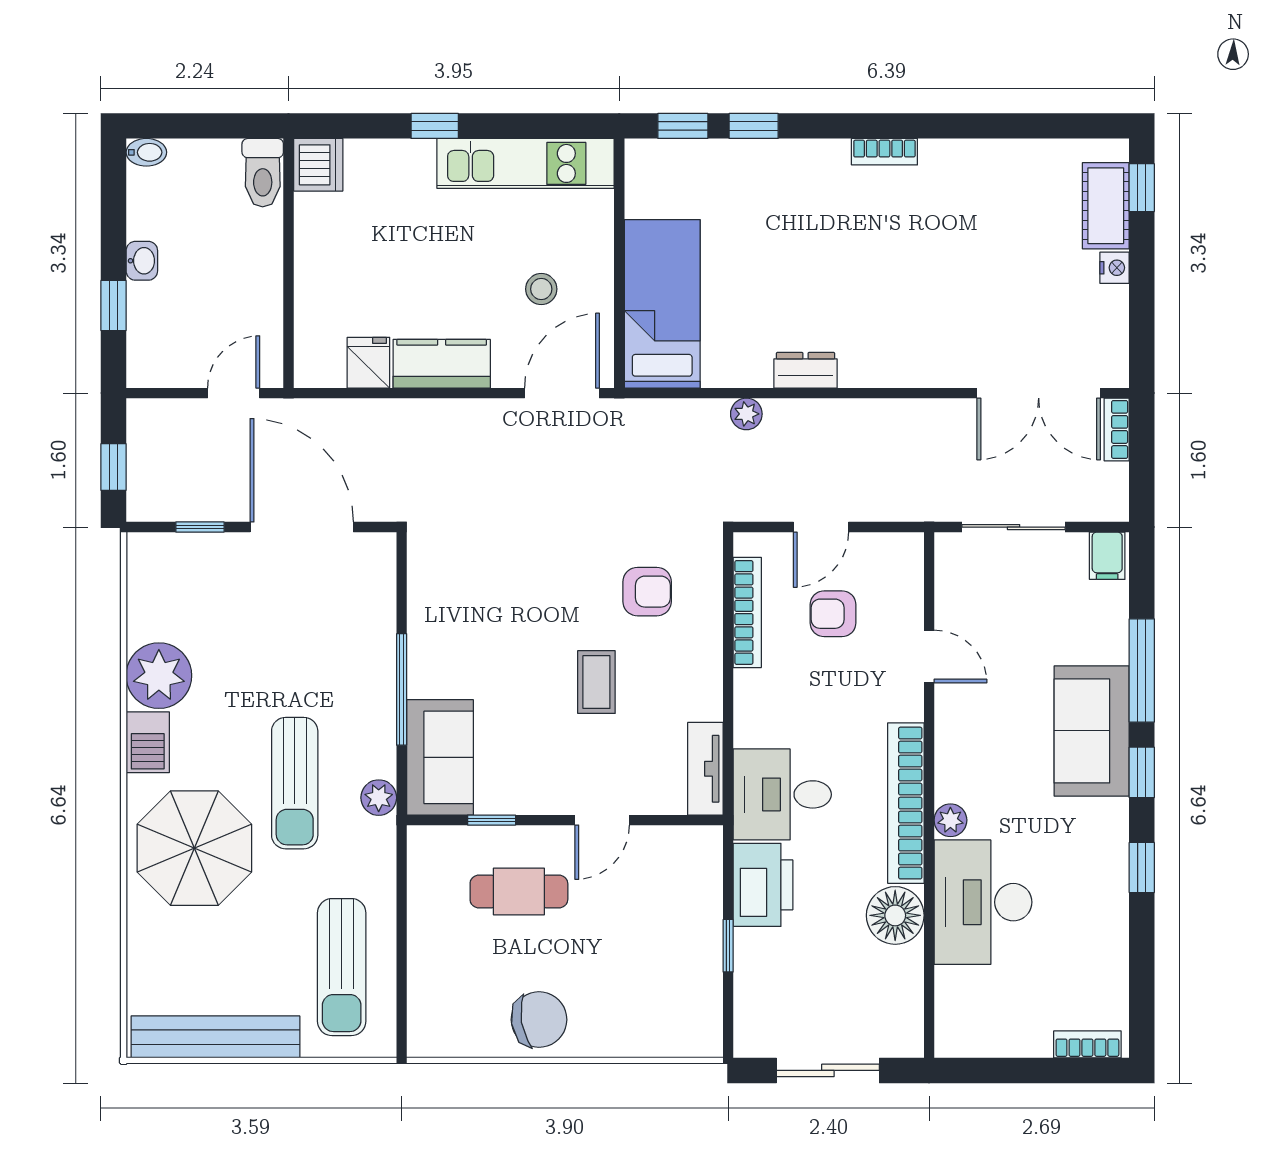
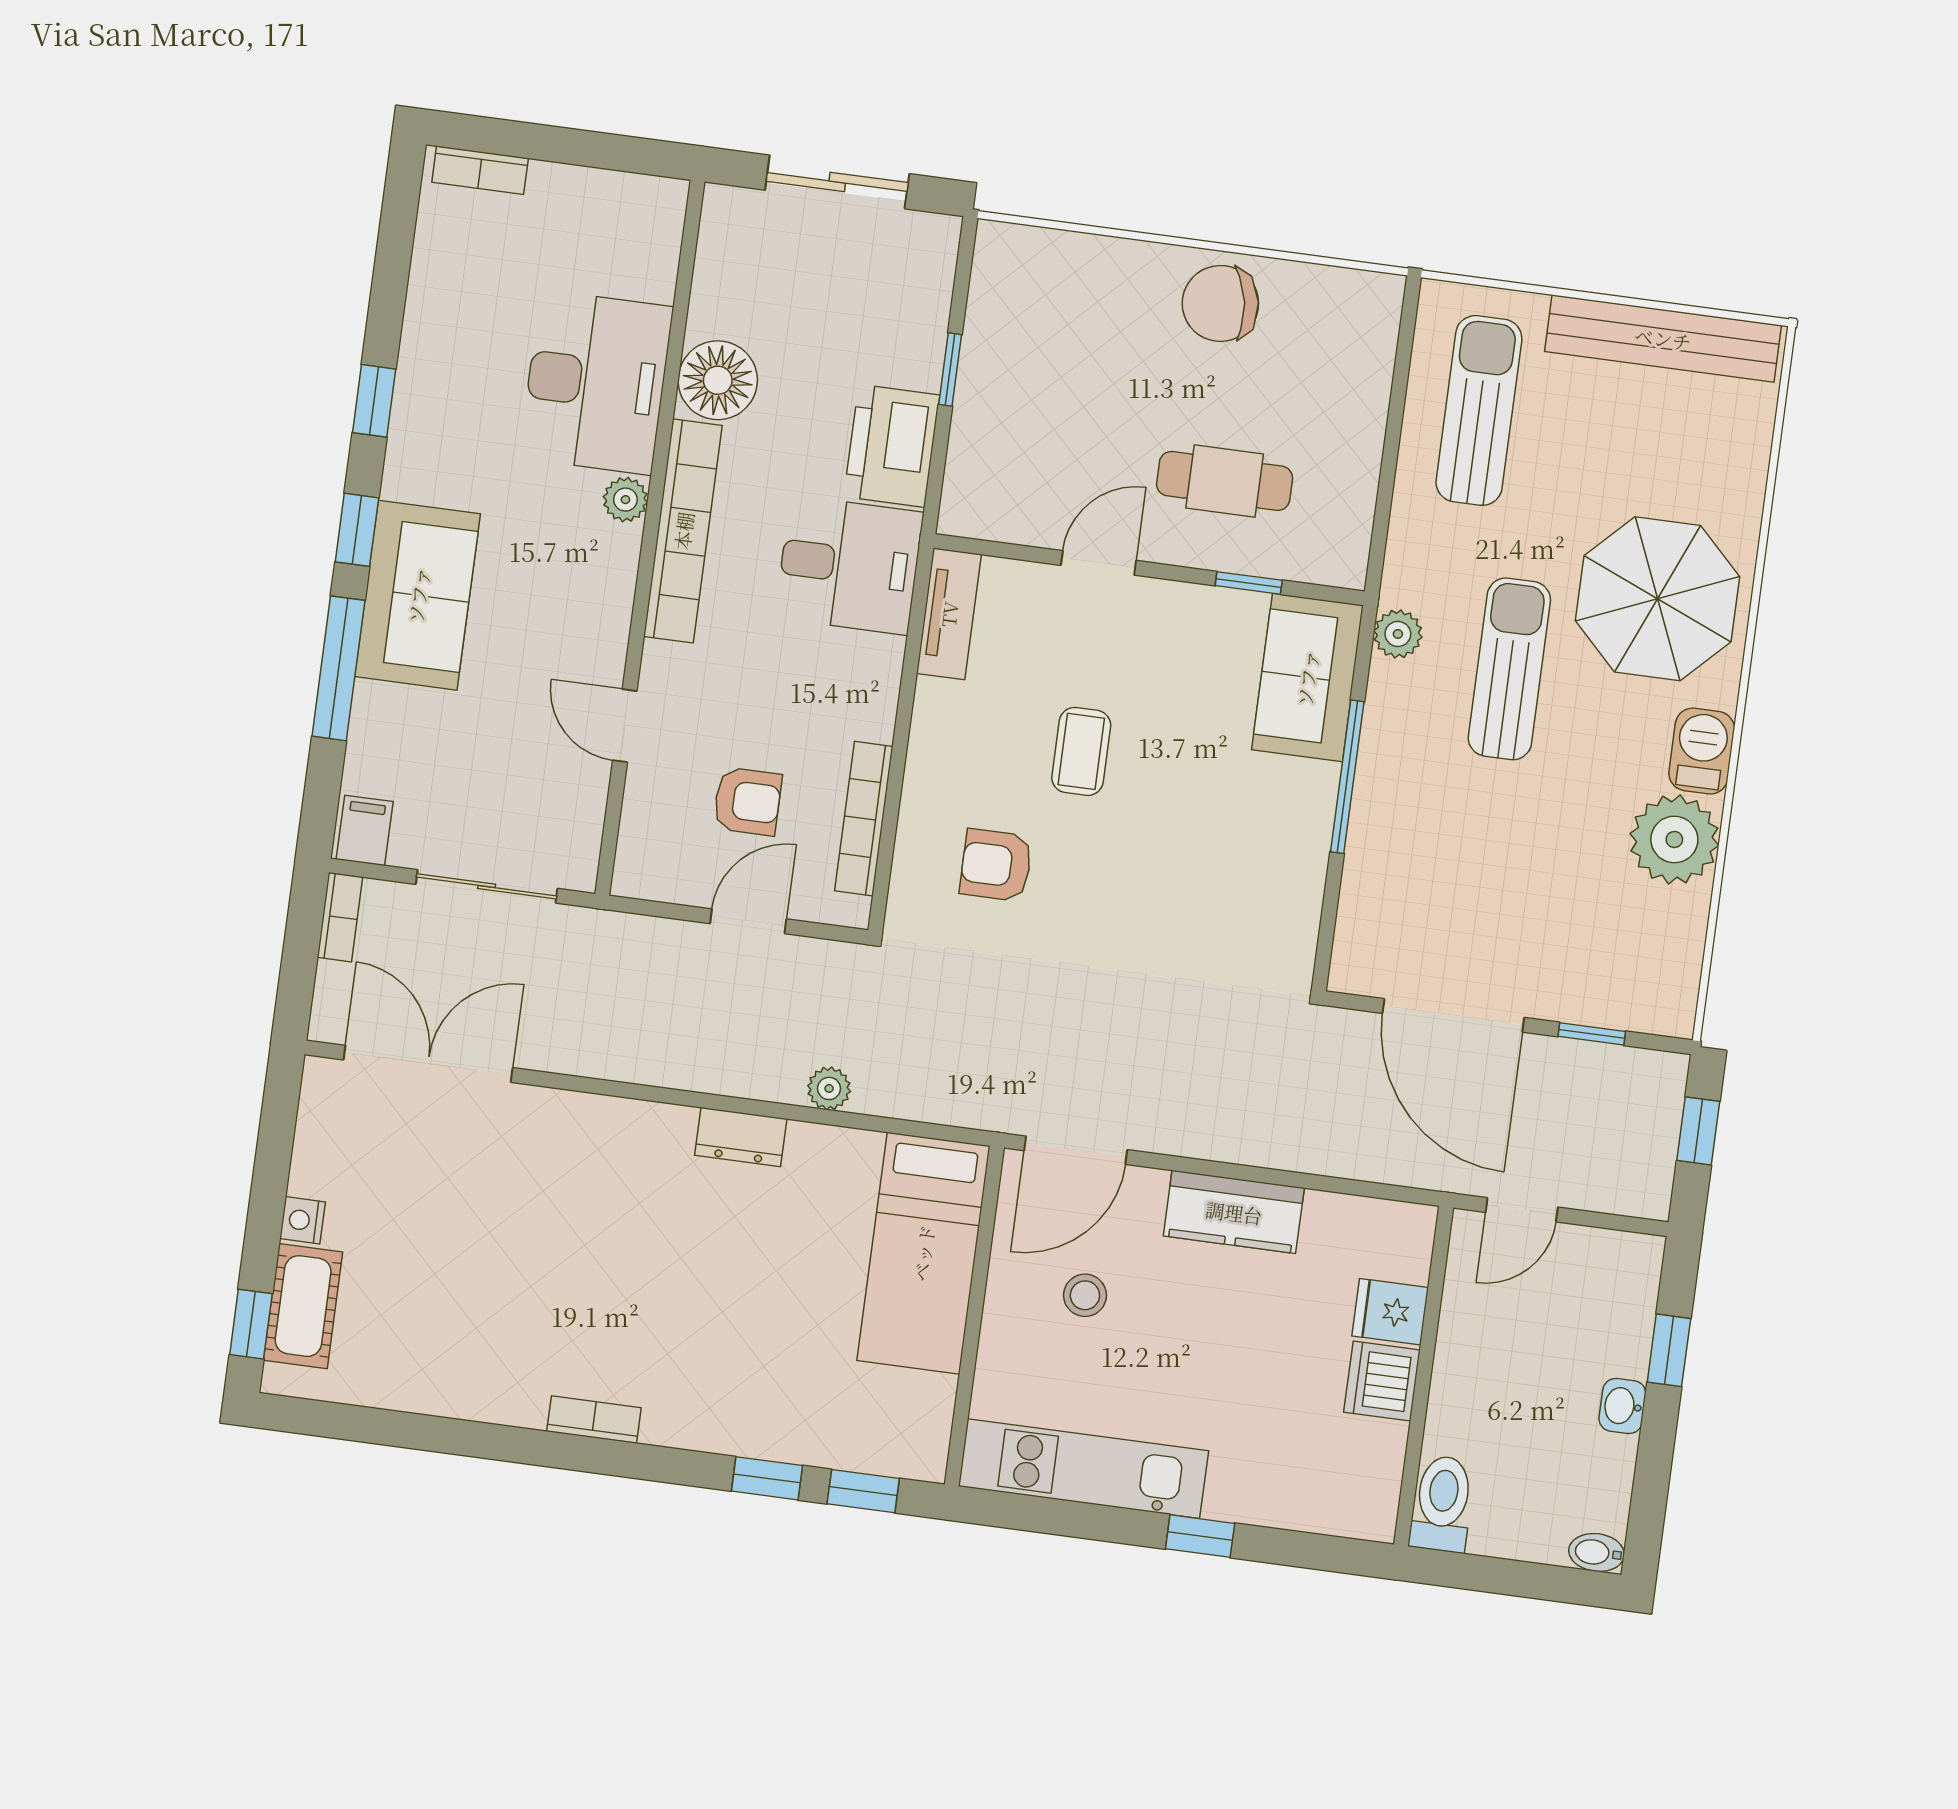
dishwasher: (318, 165) -> (1382, 1381), moved
fridge: (368, 363) -> (1390, 1312), moved, turned 90
bookcase: (1117, 429) -> (340, 917), moved

